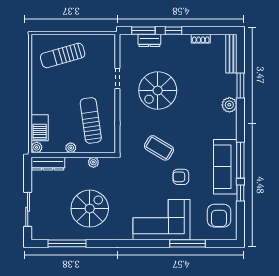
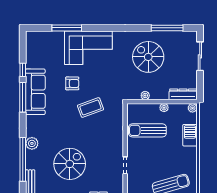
window: (240, 86) -> (23, 159), width x2.11
spiral stairs: (158, 90) -> (70, 164), moved
sun lounger: (91, 120) -> (147, 130), turned 98
barbecue: (40, 128) -> (190, 135), moved
coffee table: (159, 148) -> (90, 107), turned -51
spiral stairs: (90, 209) -> (148, 57), turned 90
armchair: (219, 216) -> (40, 51), removed

